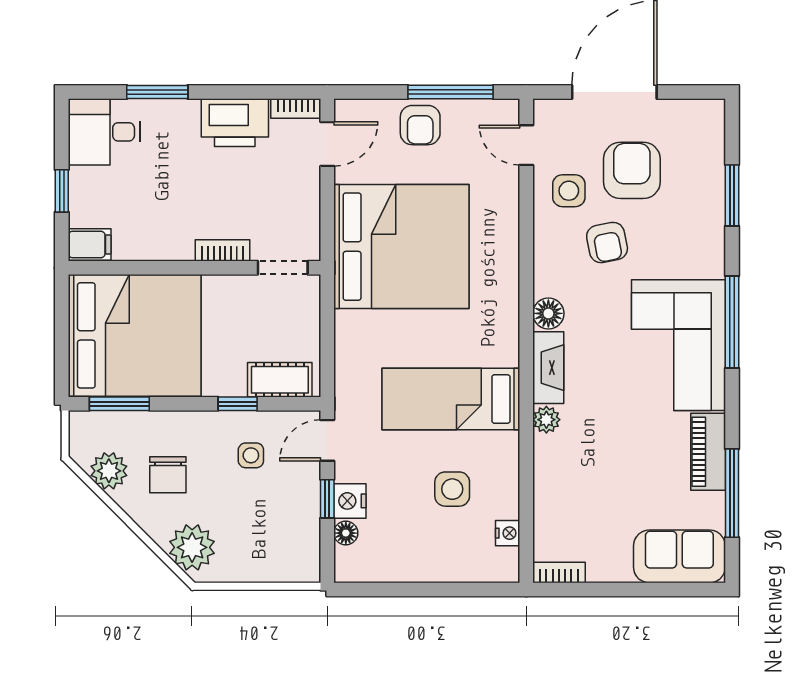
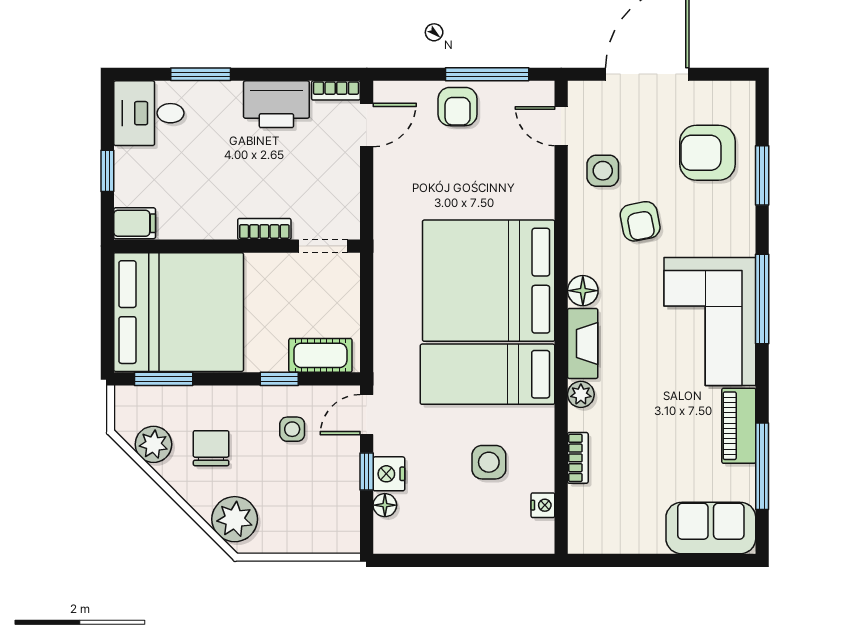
armchair: (632, 170) -> (708, 153), moved, turned -90
bed: (401, 247) -> (489, 281), moved, turned 180
chair: (168, 475) -> (211, 448), turned 180
bookcase: (559, 573) -> (578, 458), moved, turned 90

